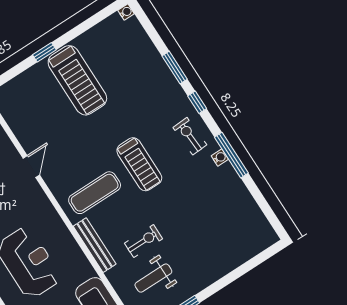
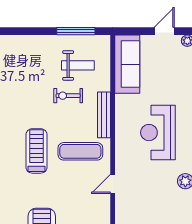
door: (31, 167) -> (113, 184), moved

